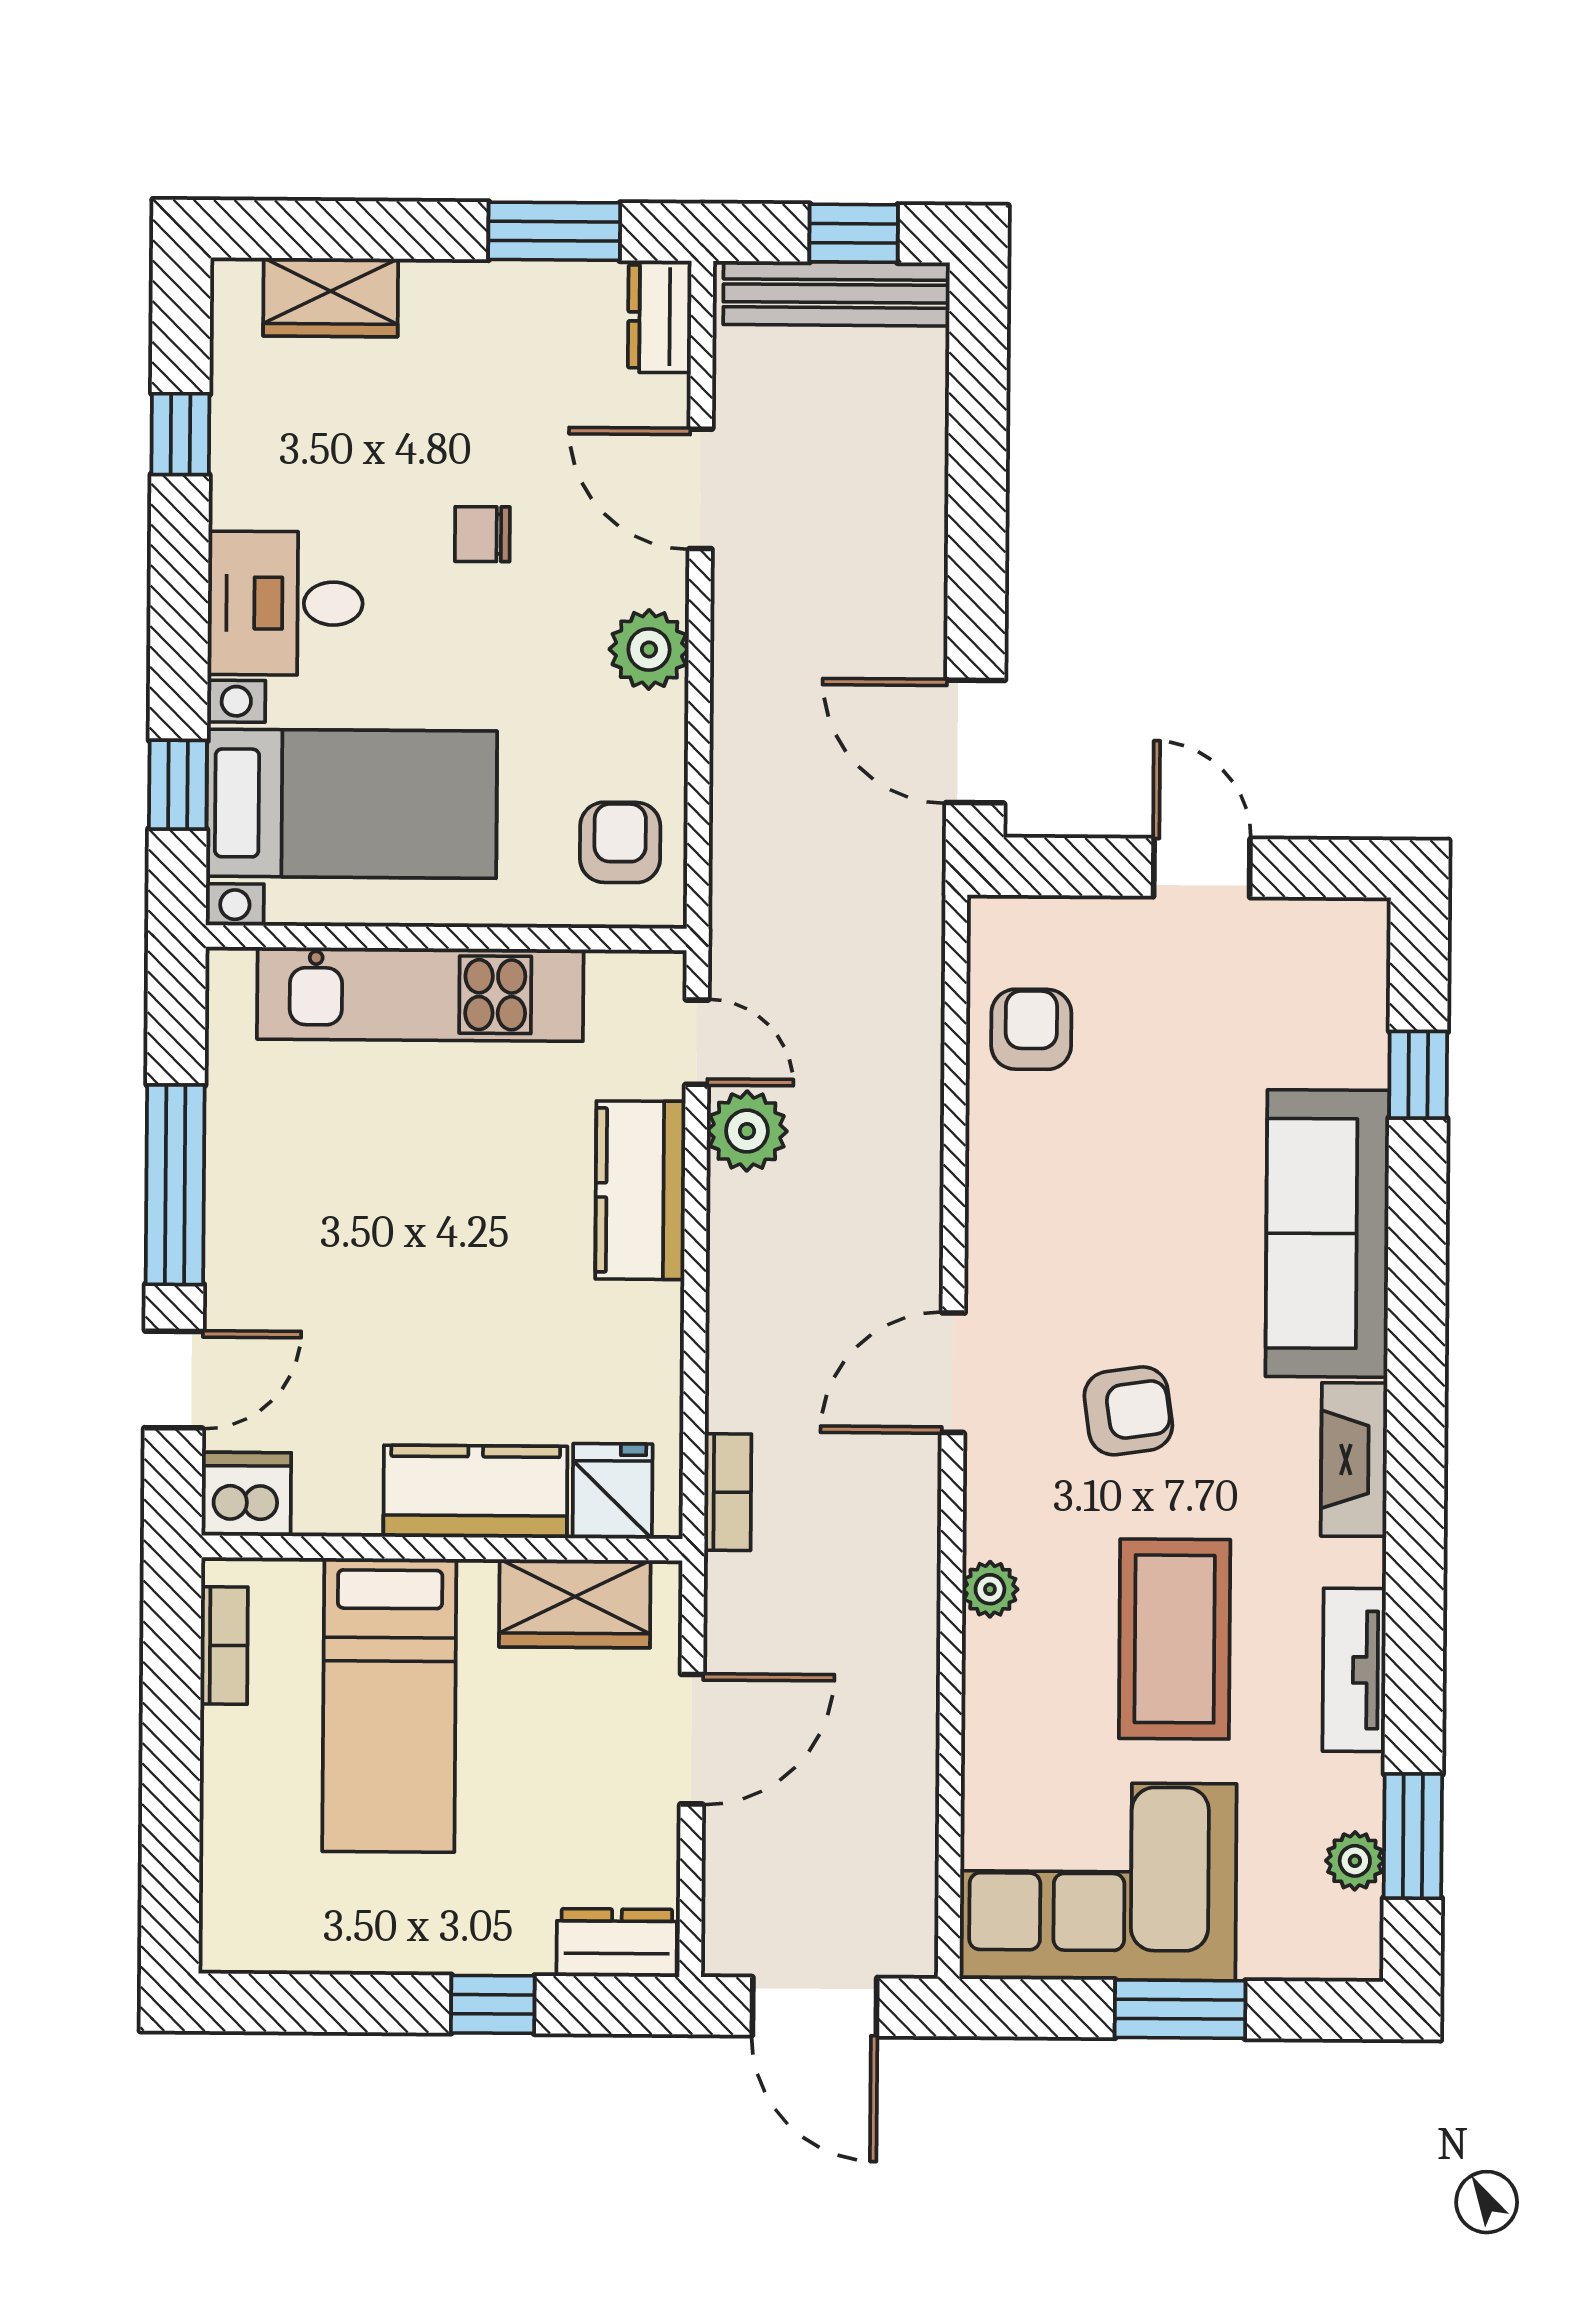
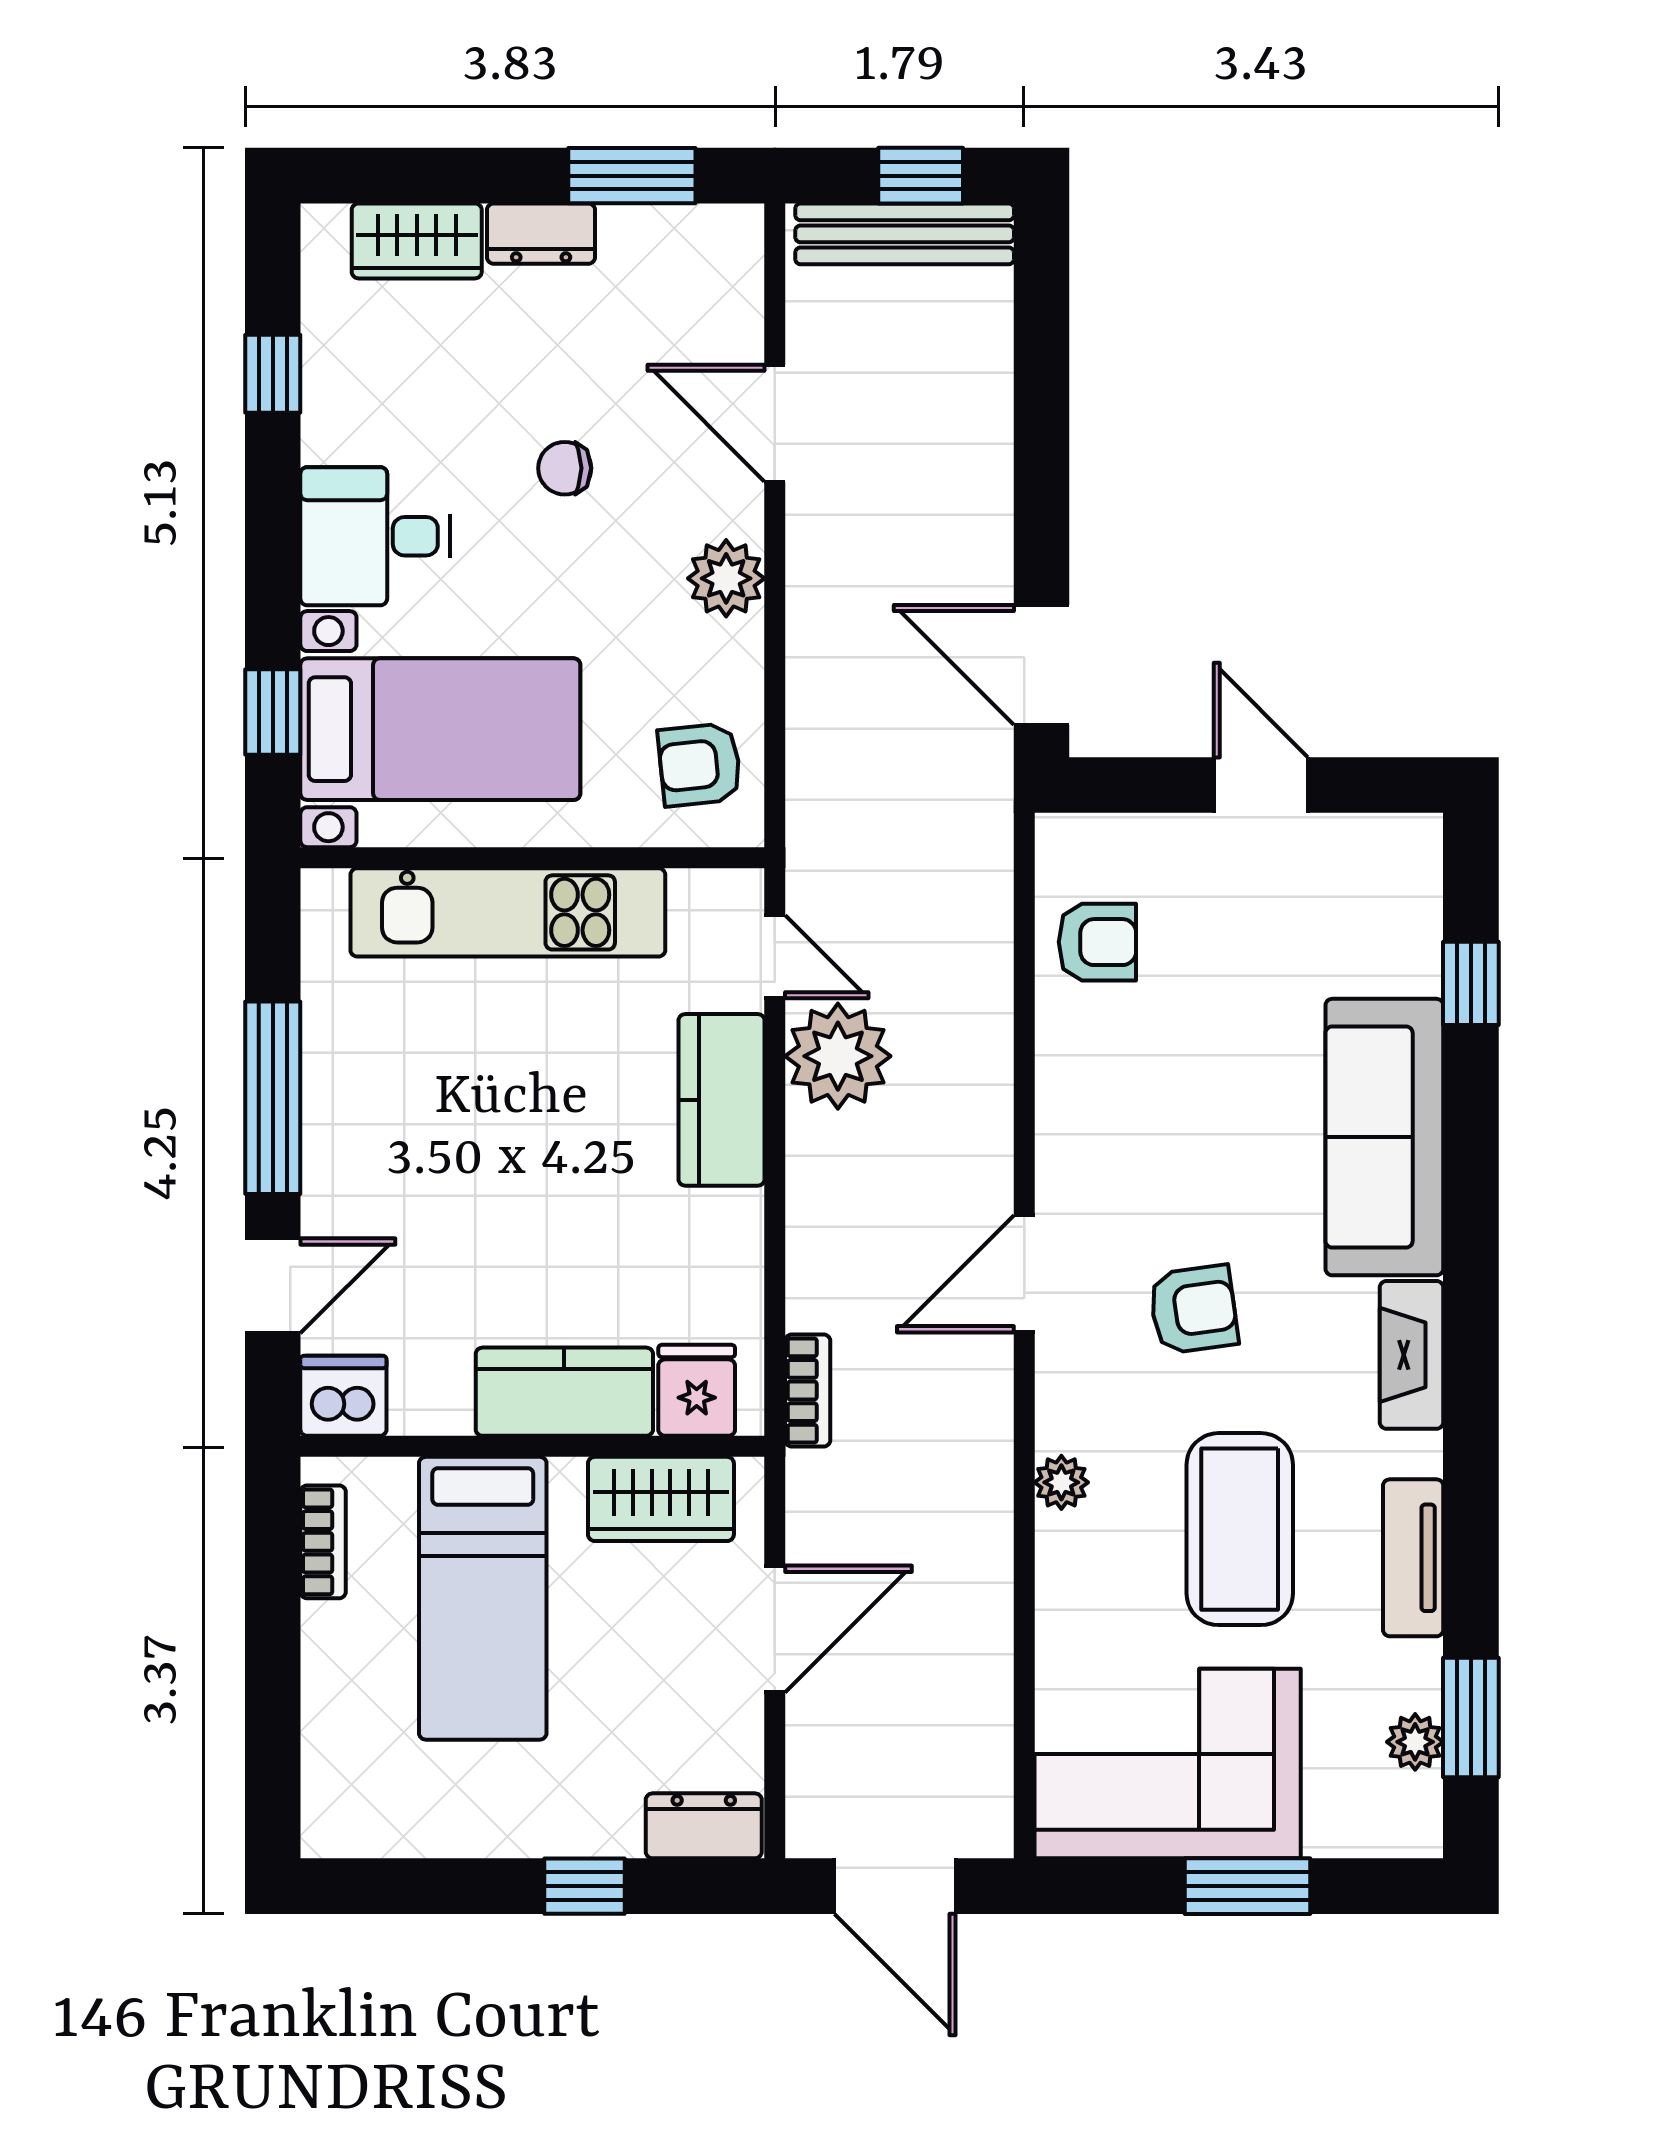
dresser: (660, 317) -> (541, 234), moved, turned -90
armchair: (620, 842) -> (700, 765), turned -96
armchair: (1031, 1029) -> (1097, 942), turned 90
plant: (747, 1131) -> (838, 1056), width x1.36, depth x1.36

